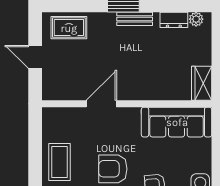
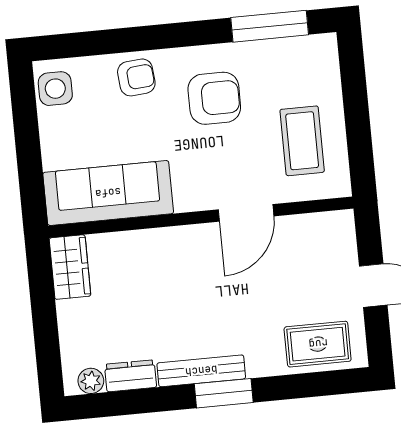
bench: (135, 19) -> (201, 371), width x1.36
coffee table: (60, 162) -> (302, 141), moved

